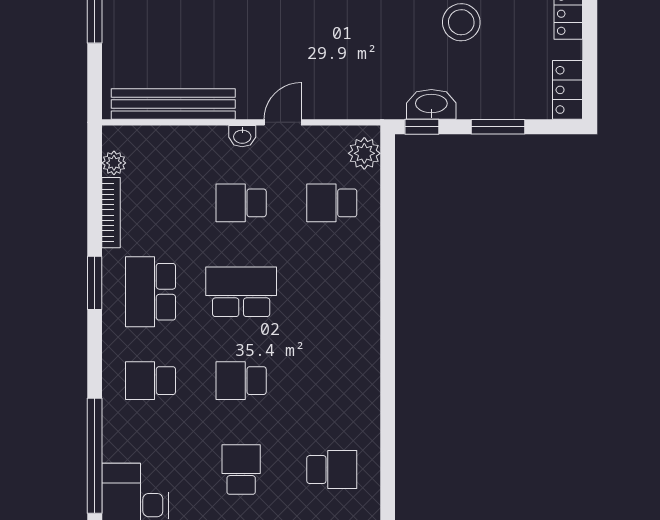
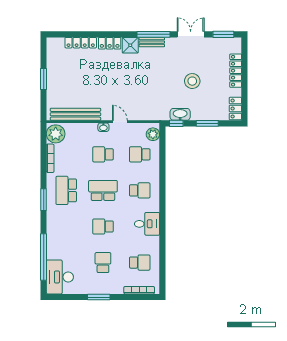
door: (283, 122) -> (120, 122), hinge flipped
plant: (114, 163) -> (56, 134), width x1.87, depth x1.87
window: (95, 283) -> (44, 200), moved
desk: (350, 374) -> (147, 224), added
school desk: (150, 381) -> (140, 190), moved, turned 180

